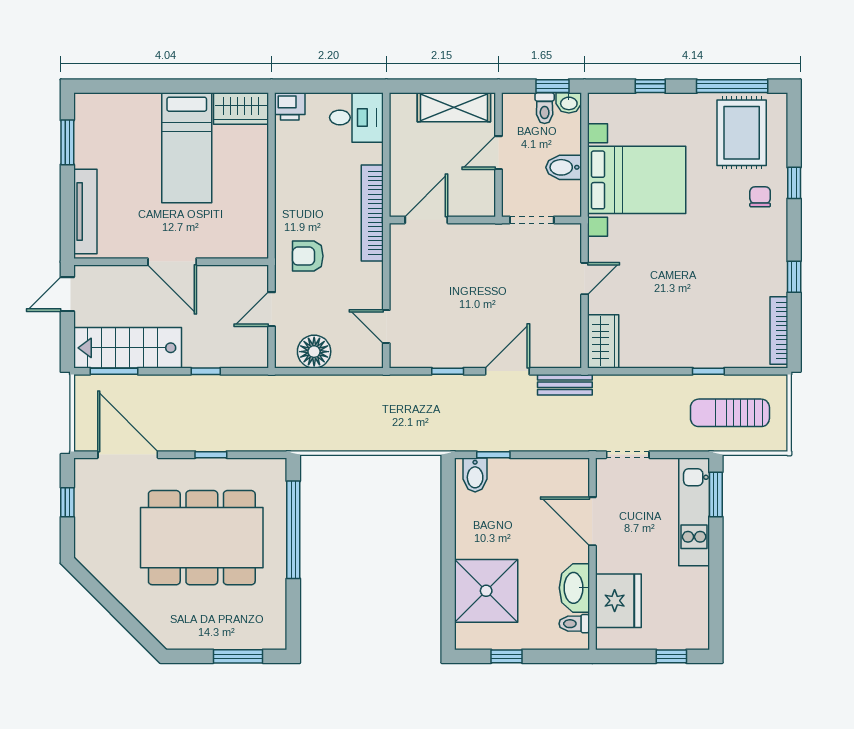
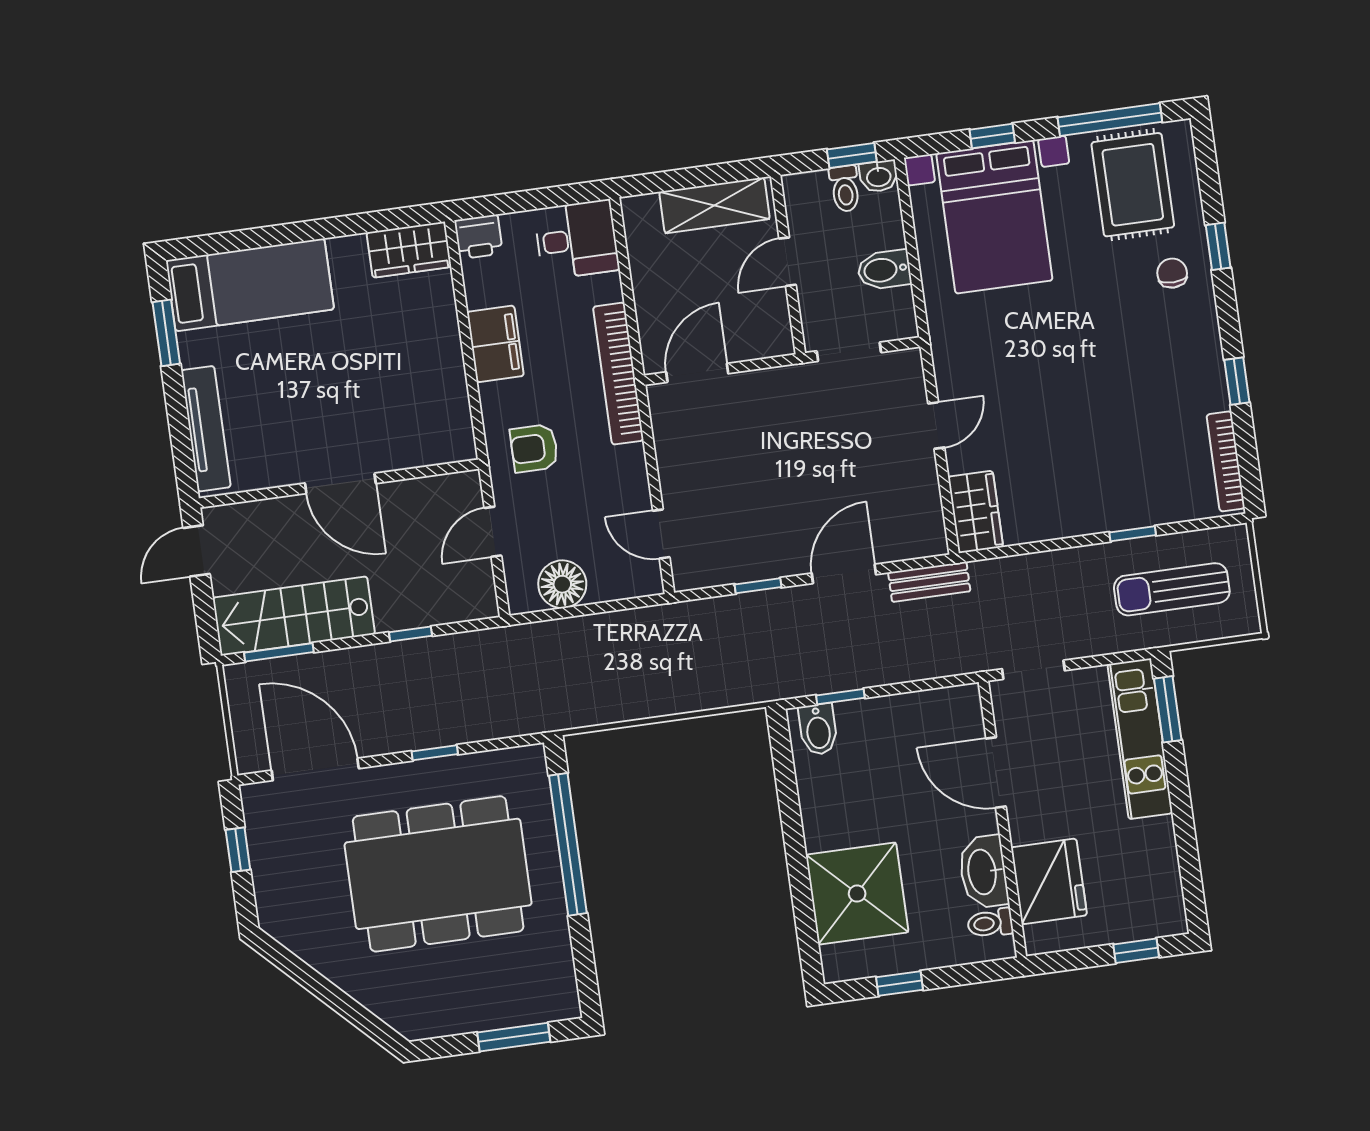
bed: (187, 148) -> (250, 285), moved, turned -90
bed with nightstands: (637, 180) -> (994, 217), moved, turned 90
filing cabinet: (291, 181) -> (495, 344), added

